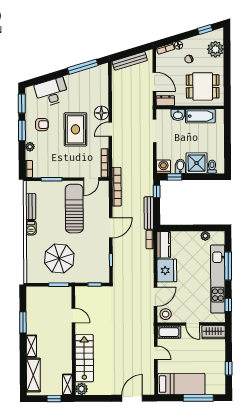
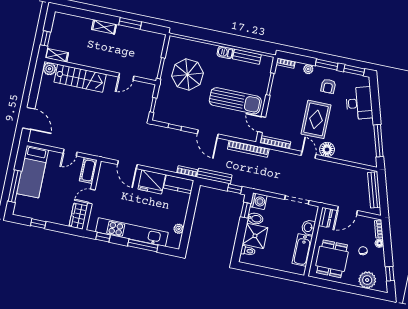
rug: (75, 129) -> (316, 119), turned 90
stool: (166, 314) -> (107, 171), removed
shelving: (33, 375) -> (74, 22), removed

